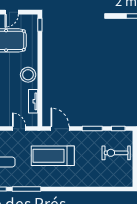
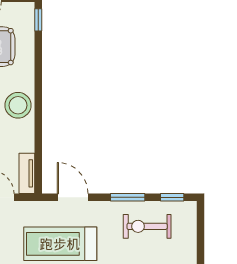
tv unit: (33, 101) -> (27, 173), moved
exercise bike: (116, 153) -> (147, 226), moved

